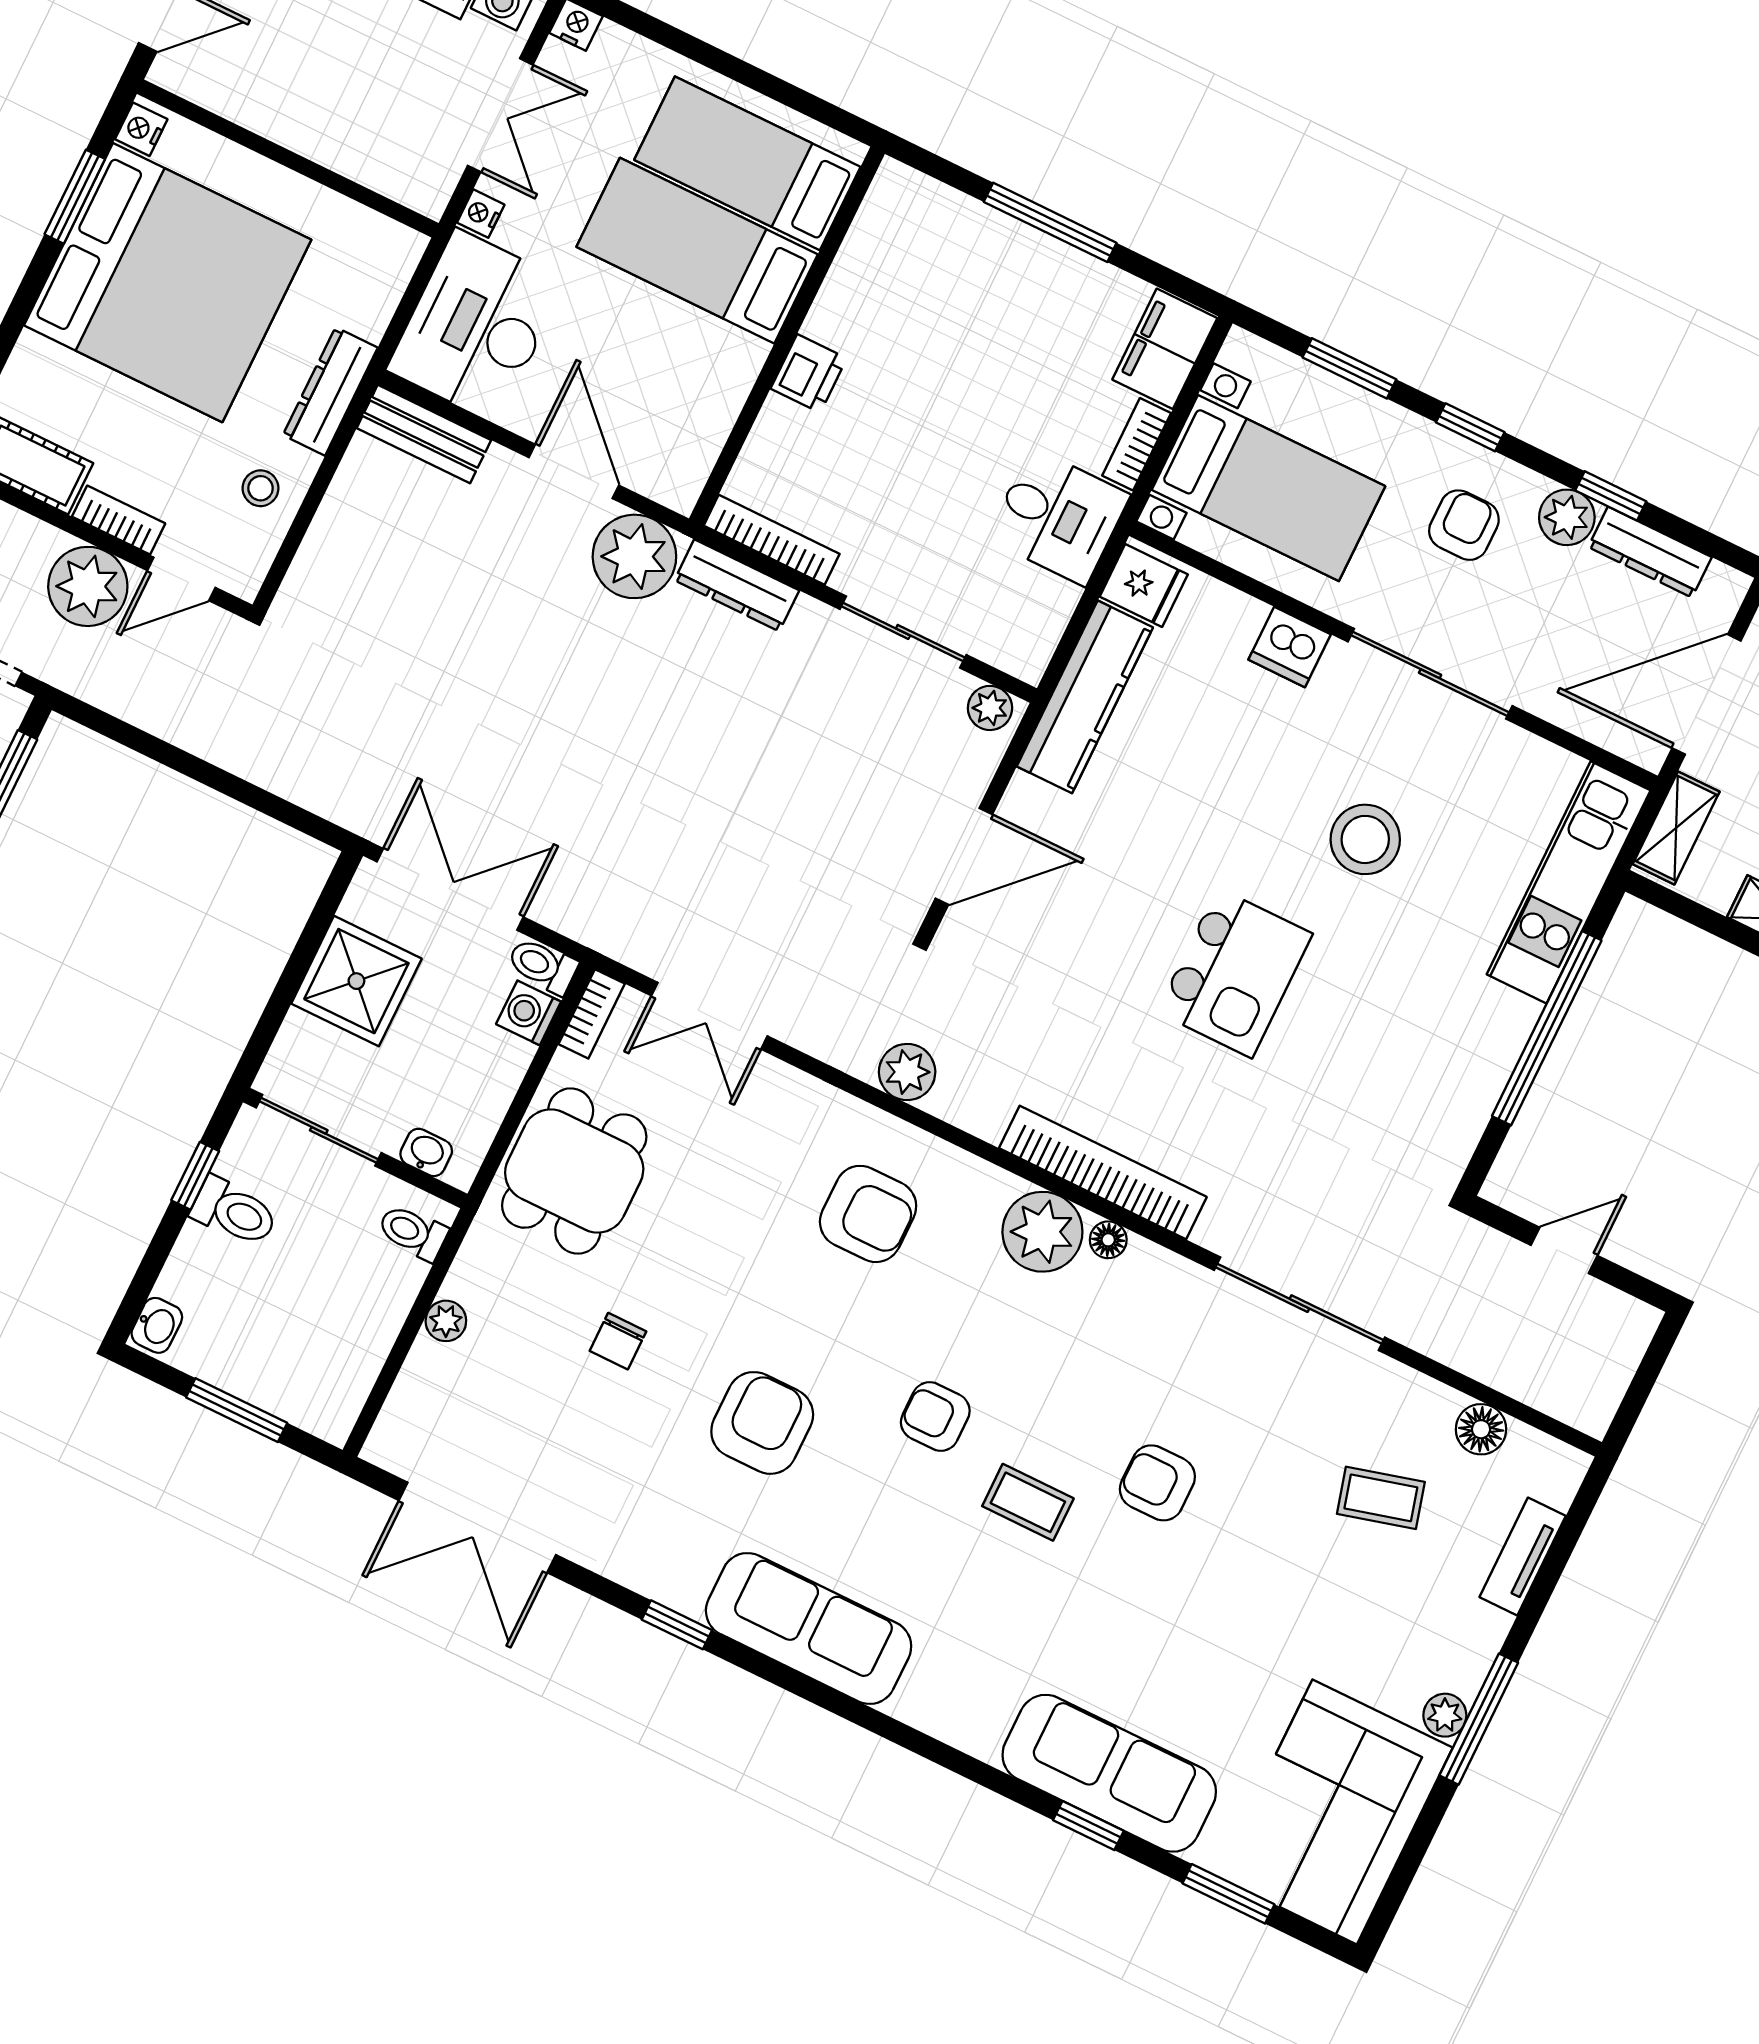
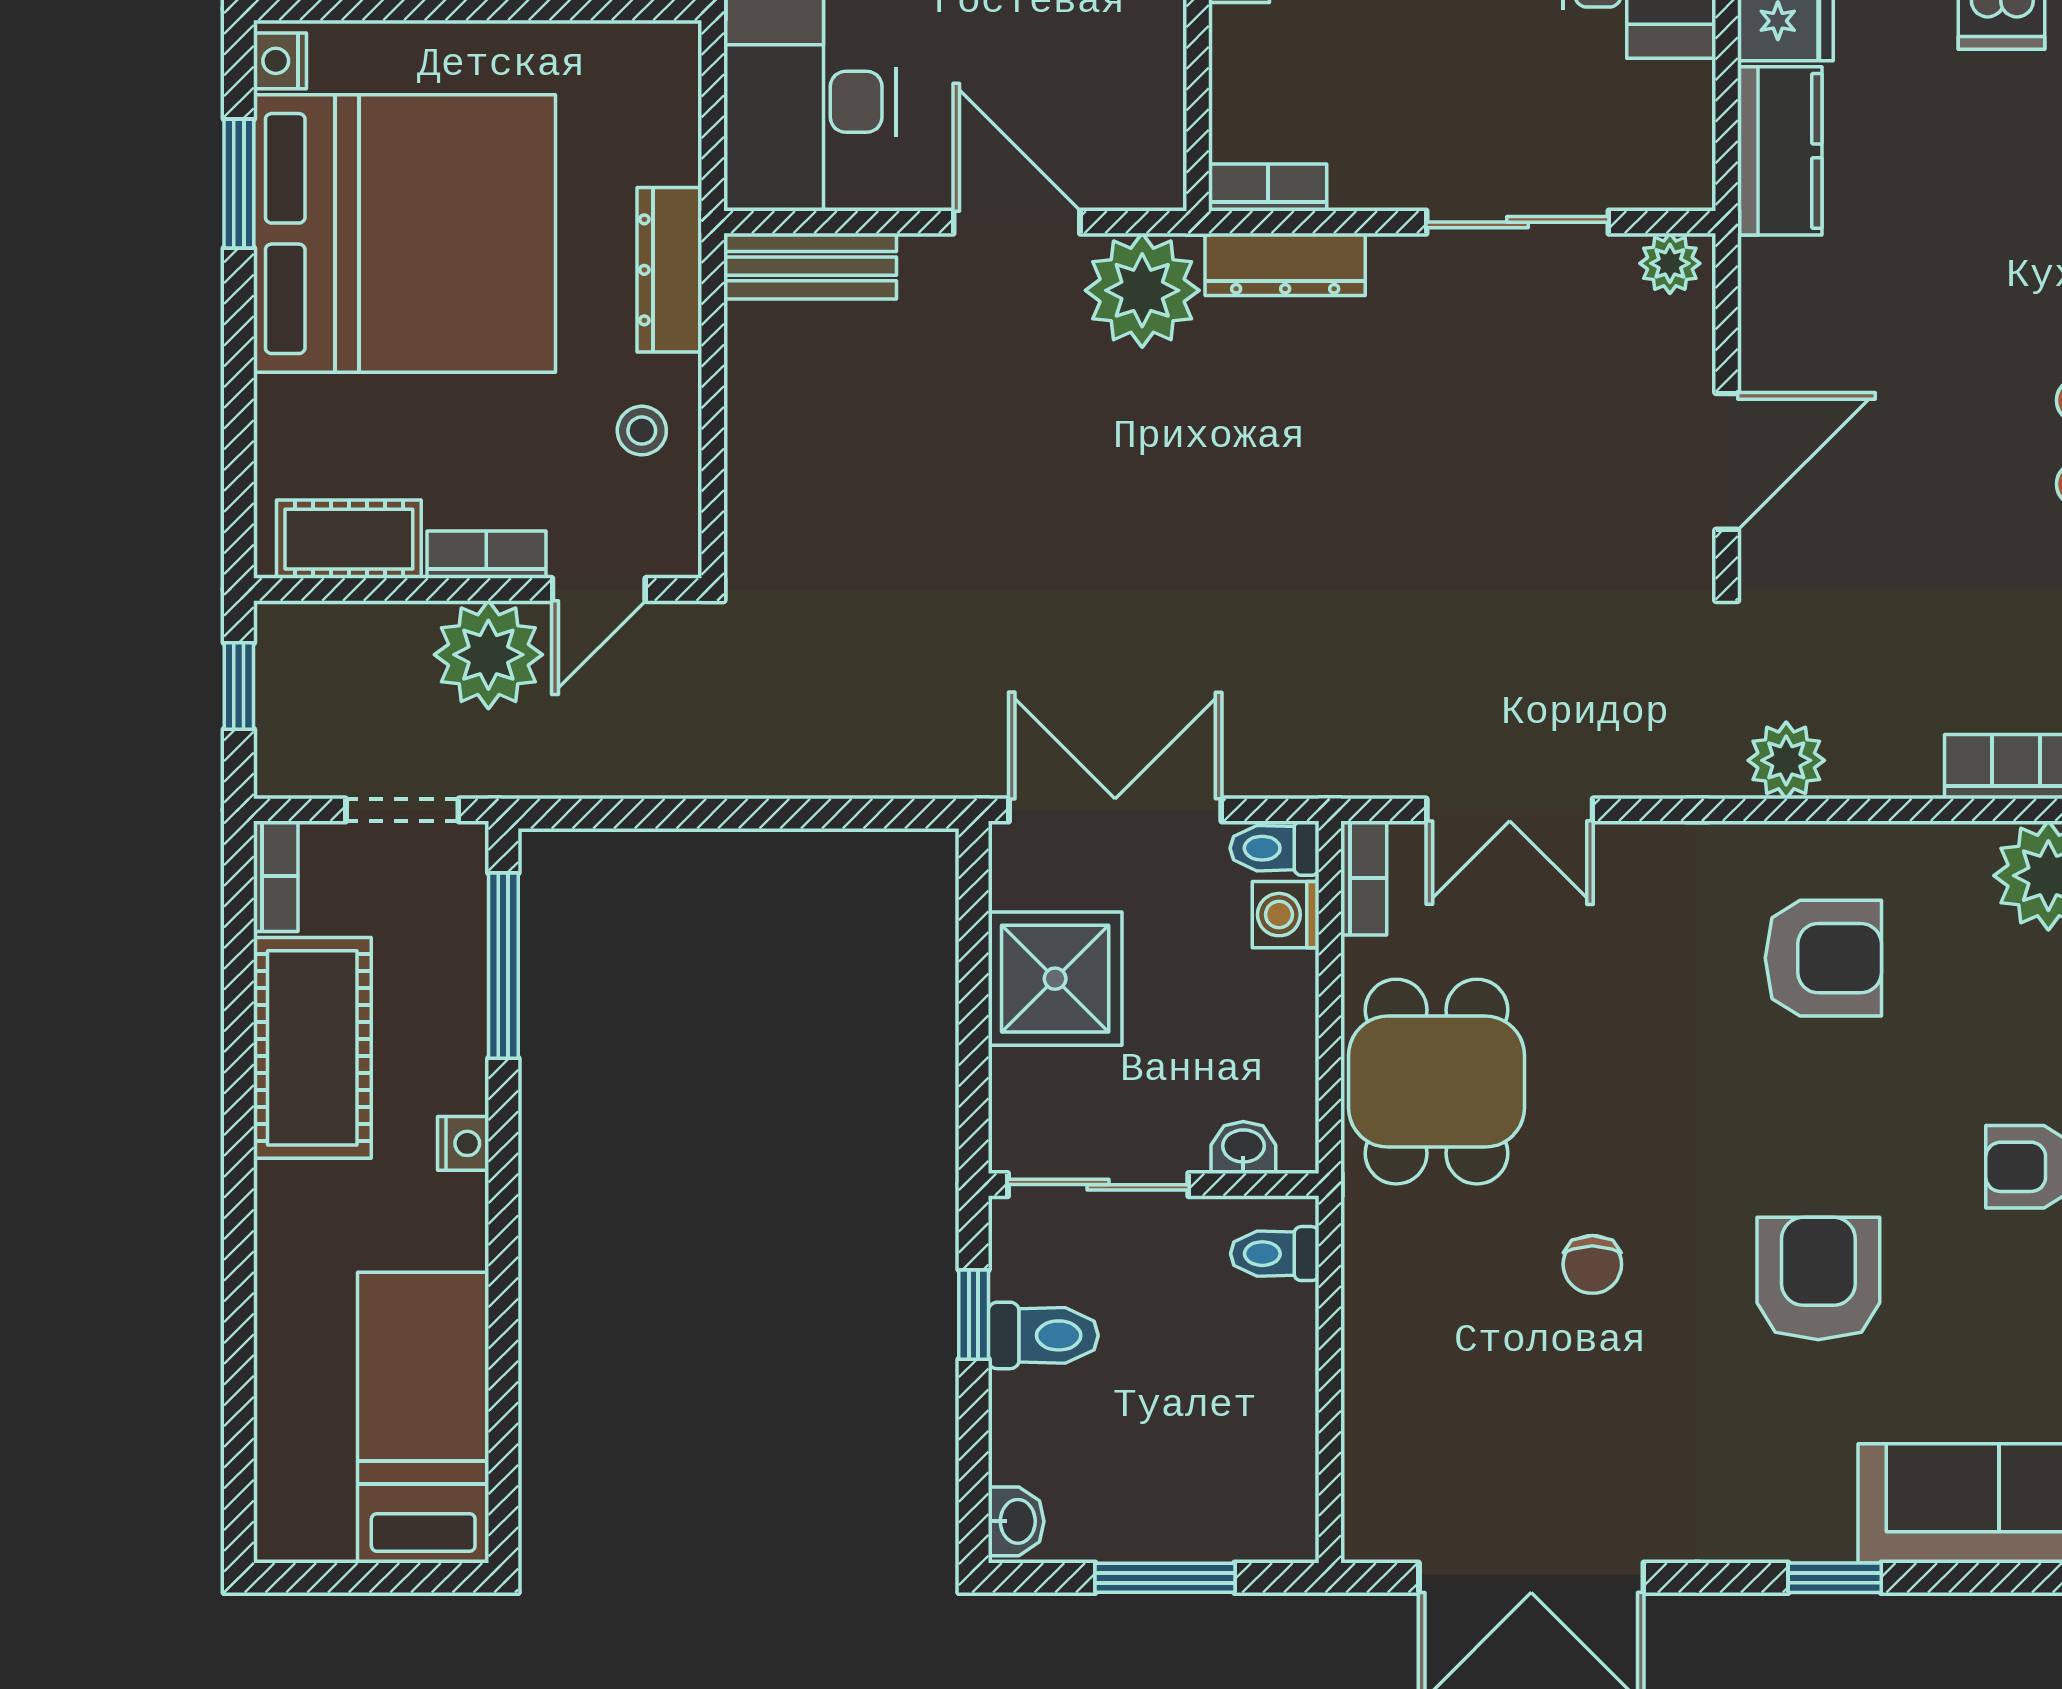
bookcase: (772, 540) -> (1268, 188), width x0.64
kitchen counter: (1085, 697) -> (1780, 151), width x0.67
plant: (446, 1321) -> (1369, 1343), removed

